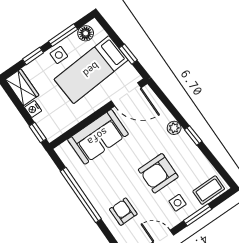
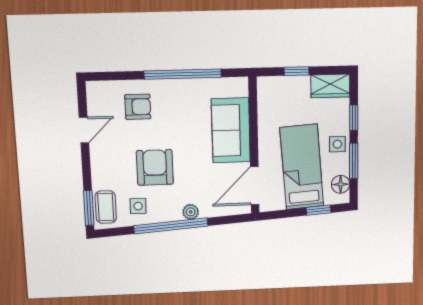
window: (128, 54) -> (319, 210), moved
nightstand: (33, 109) -> (302, 83), removed
window: (38, 133) -> (297, 71), moved
window: (193, 135) -> (171, 226), width x3.17
side table: (178, 203) -> (138, 206), moved
window: (198, 215) -> (89, 208), moved

